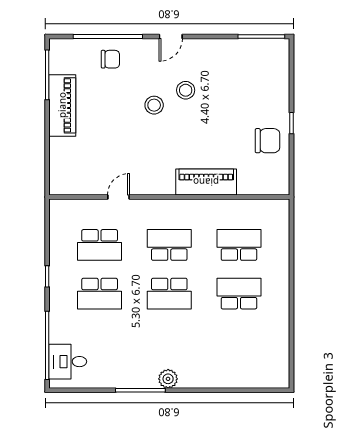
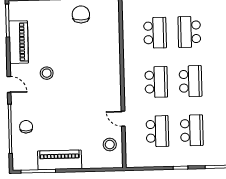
stool: (154, 105) -> (110, 145), moved
piano: (206, 182) -> (19, 42), moved, turned 180
school desk: (169, 245) -> (156, 82), turned 180
school desk: (239, 245) -> (155, 33), turned 180

